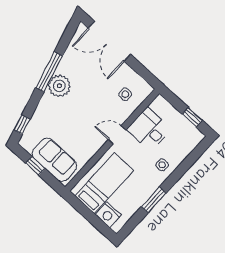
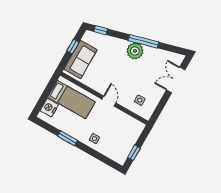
double door: (109, 41) -> (176, 80), width x0.73
desk: (149, 129) -> (118, 123), removed

